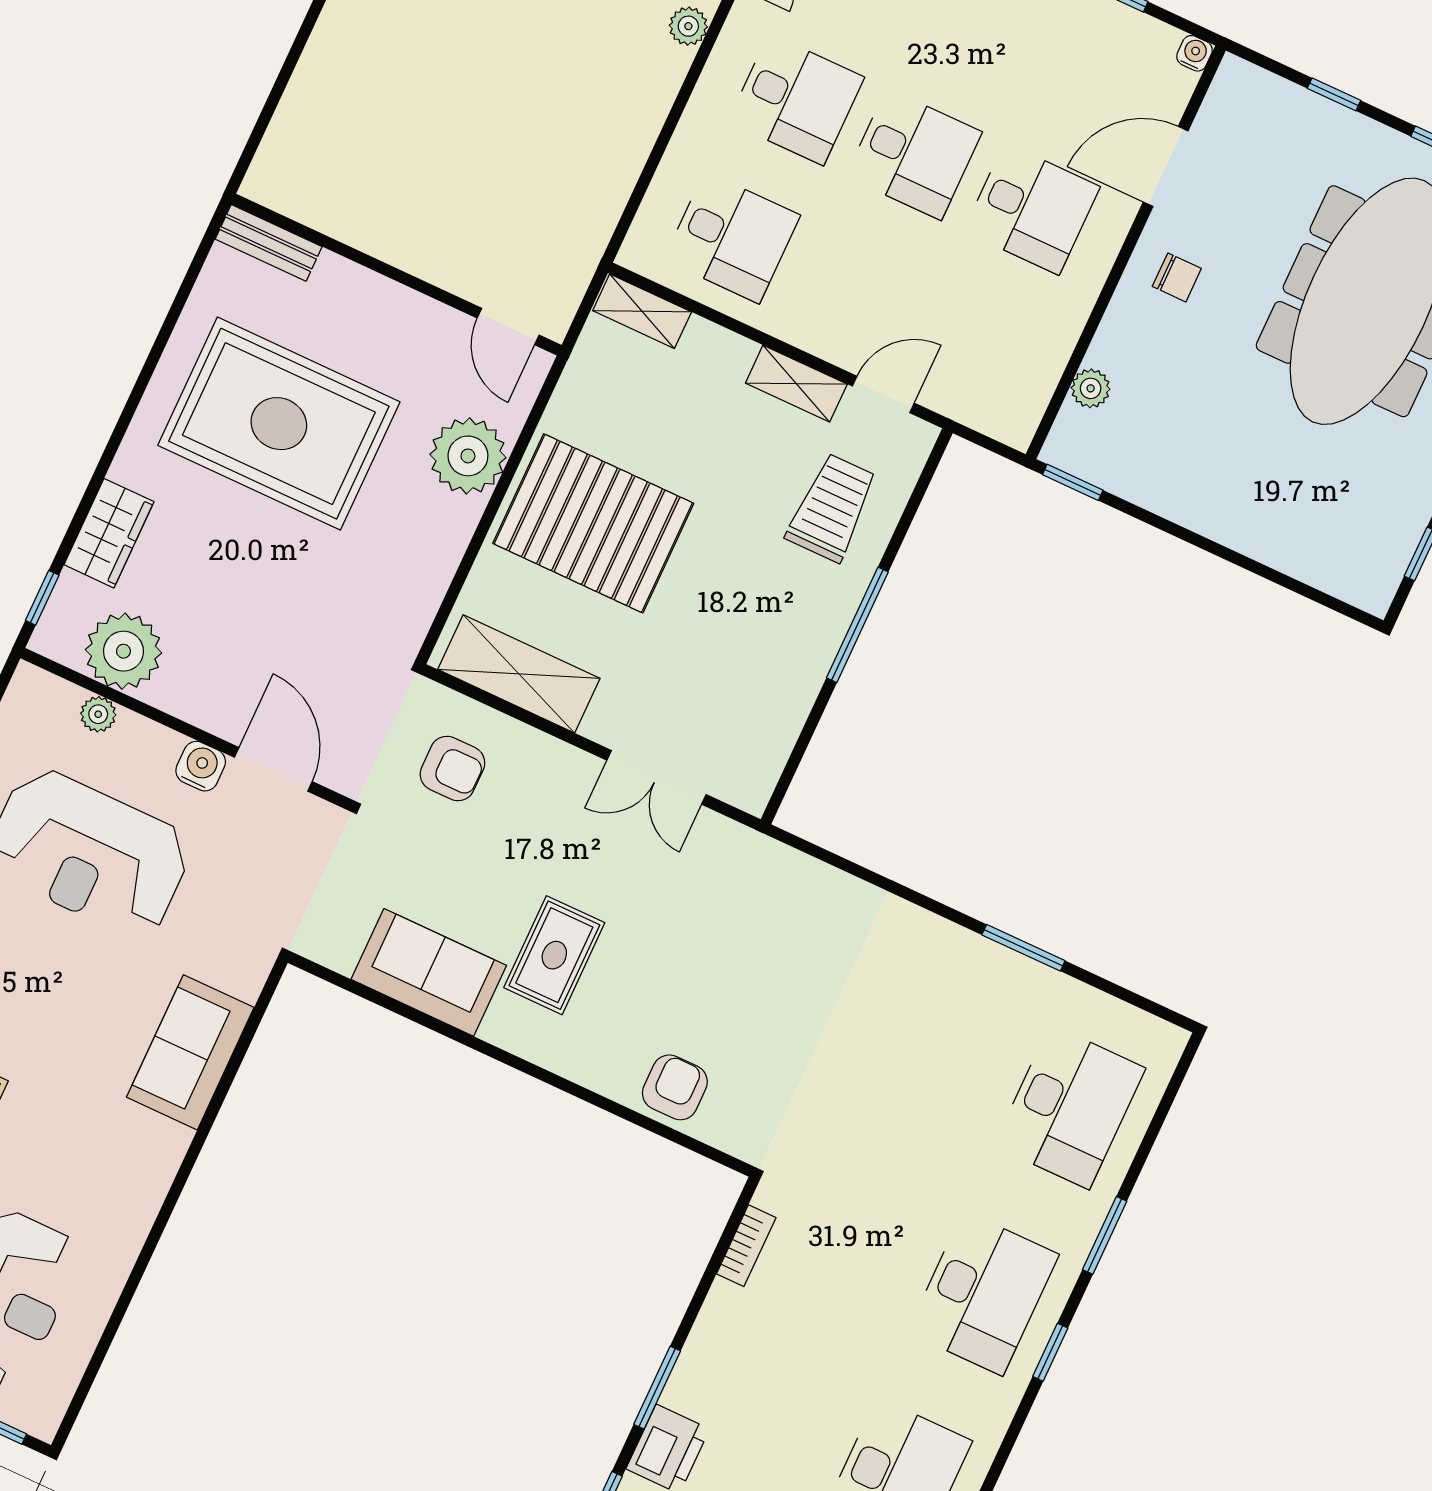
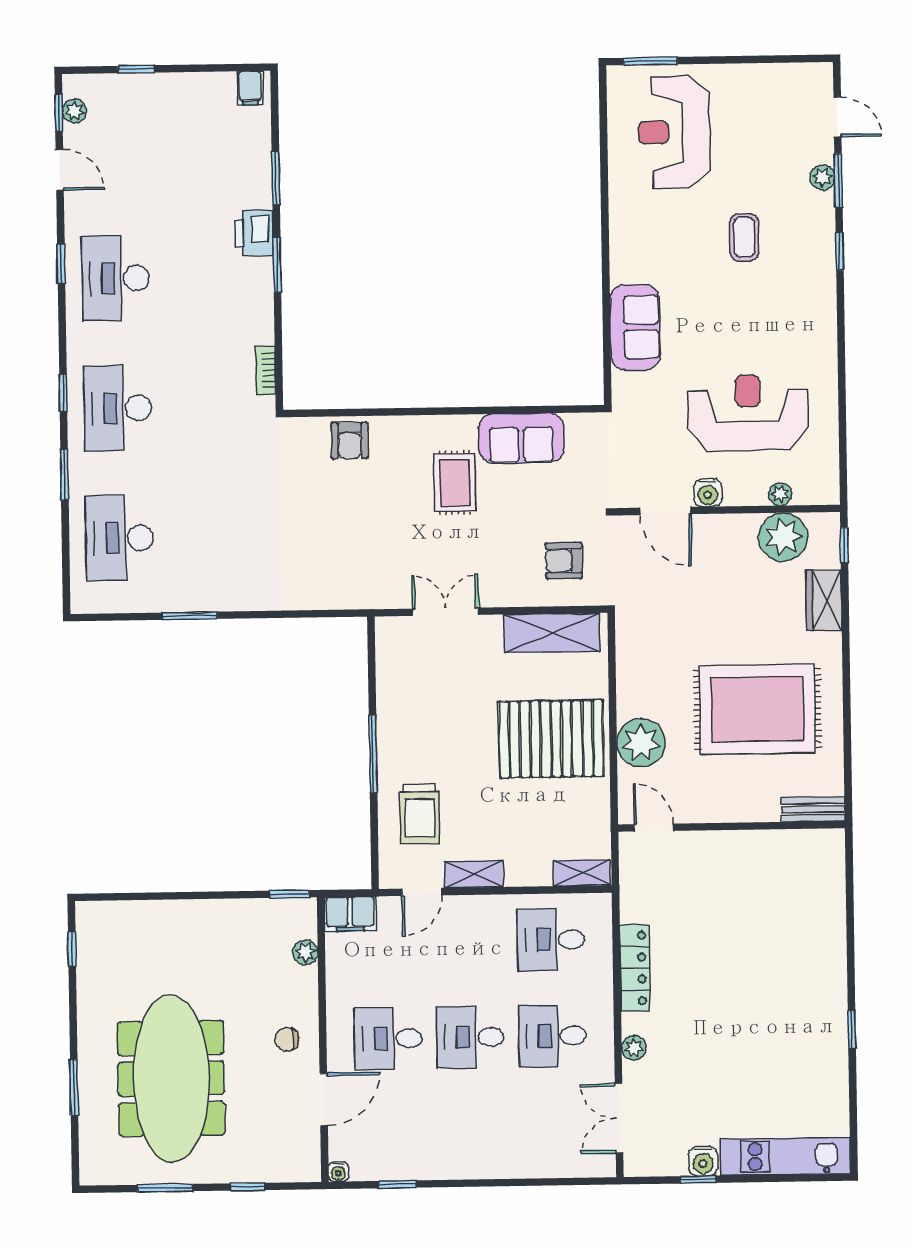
locker: (632, 139) -> (635, 968), added
filing cabinet: (1000, 413) -> (350, 914), added

